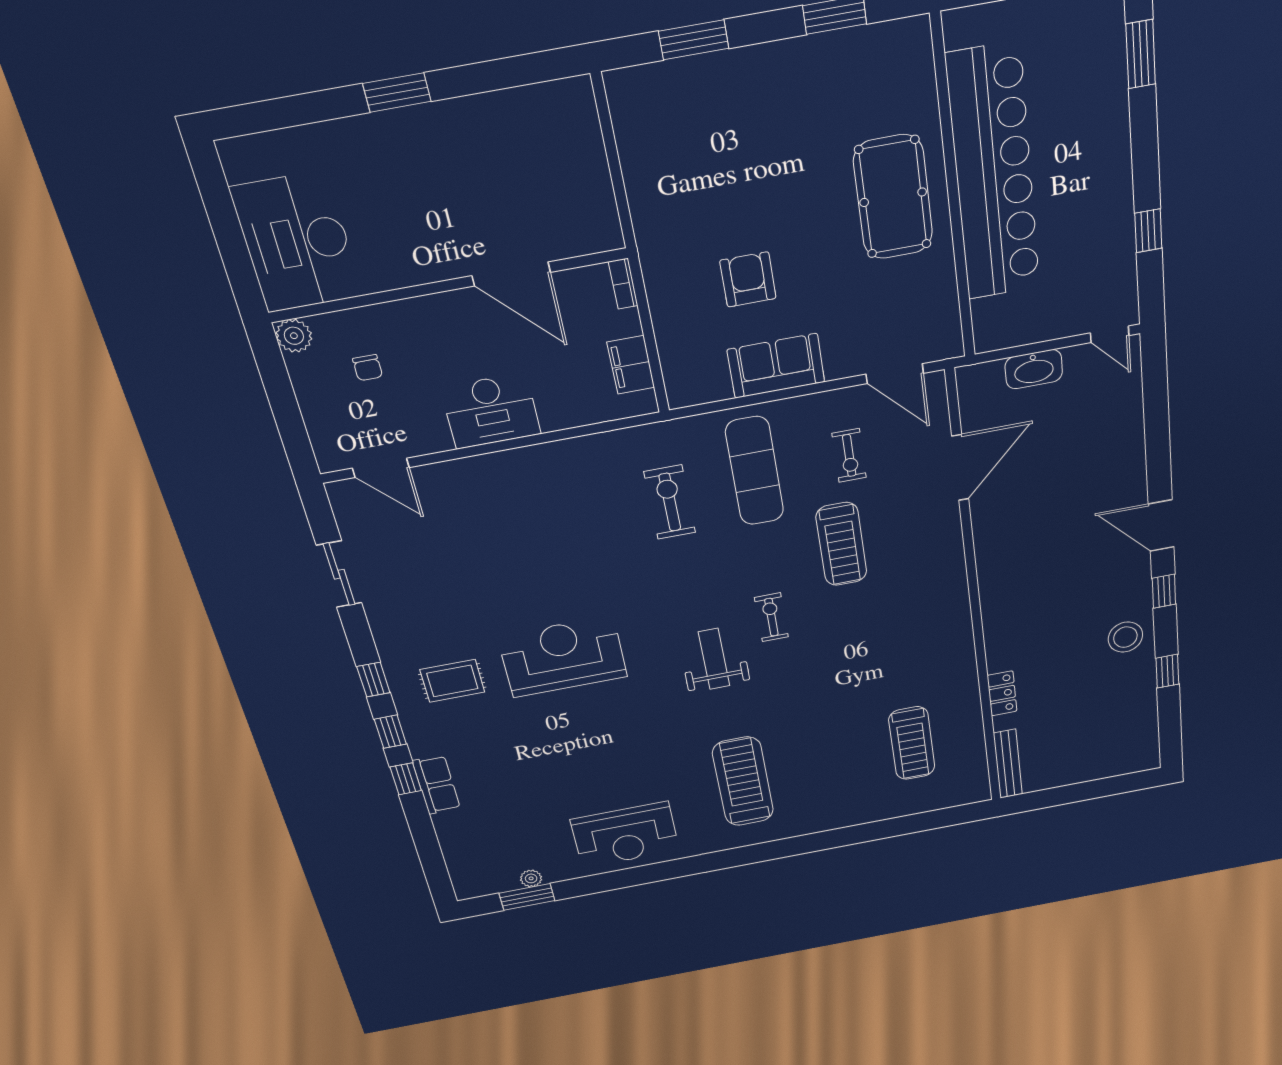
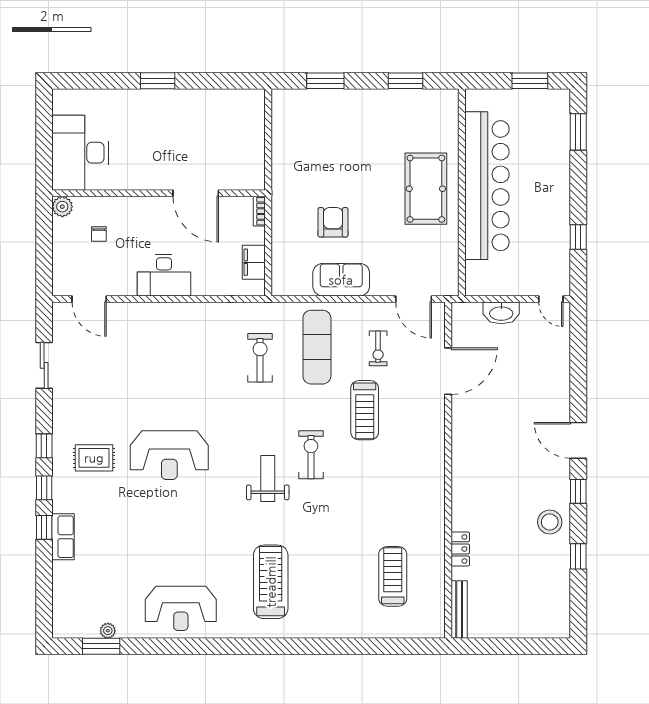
exercise bike: (771, 617) -> (311, 455), width x1.38, depth x1.39
reception desk: (563, 657) -> (169, 455), turned 180
treadmill: (912, 743) -> (393, 576), turned 180

